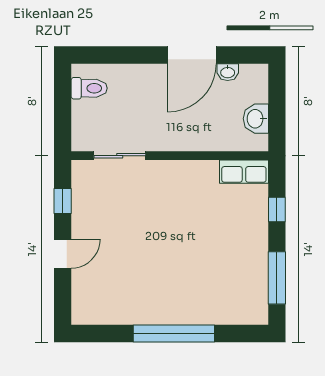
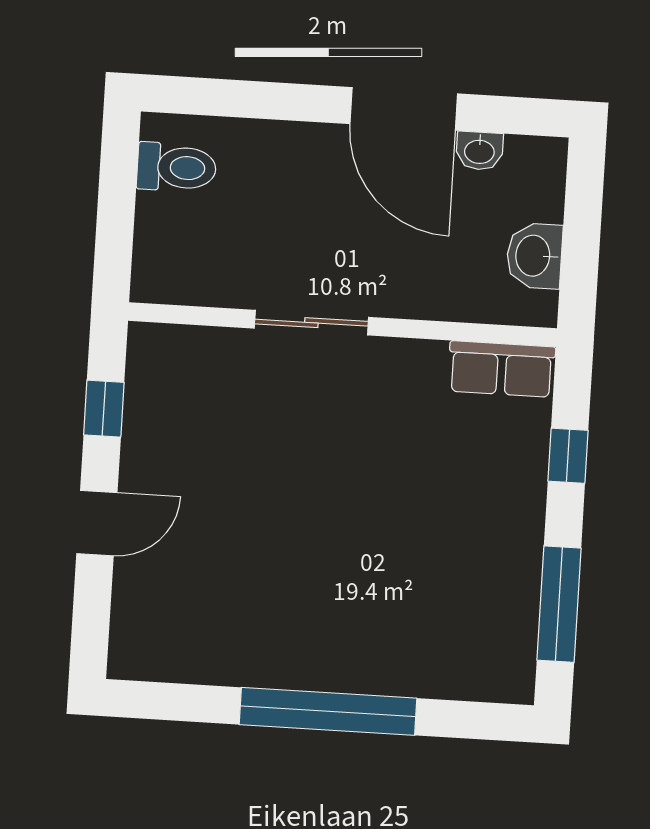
door: (192, 55) -> (404, 109), hinge flipped
sliding door: (120, 156) -> (311, 323), moved

